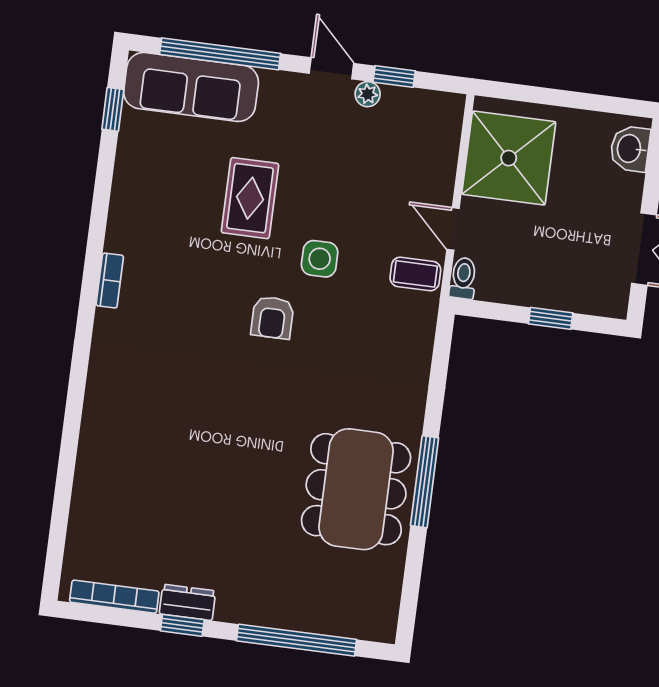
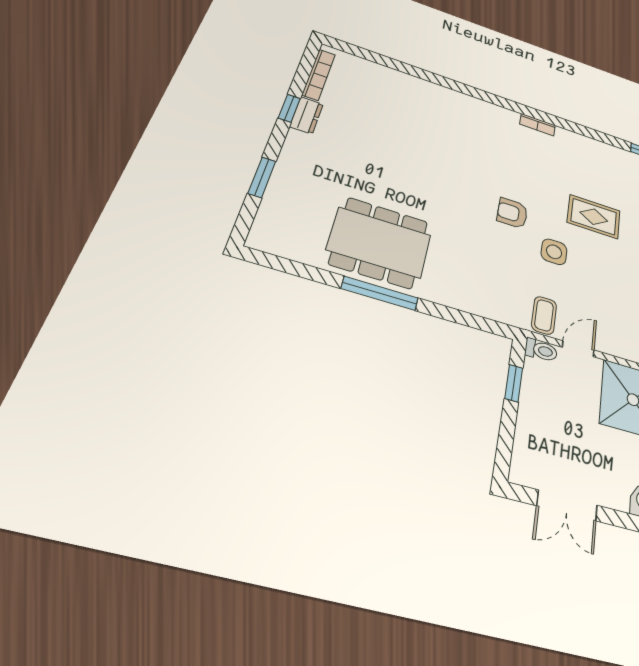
window: (551, 318) -> (514, 383), moved
window: (296, 640) -> (262, 177), width x0.47

